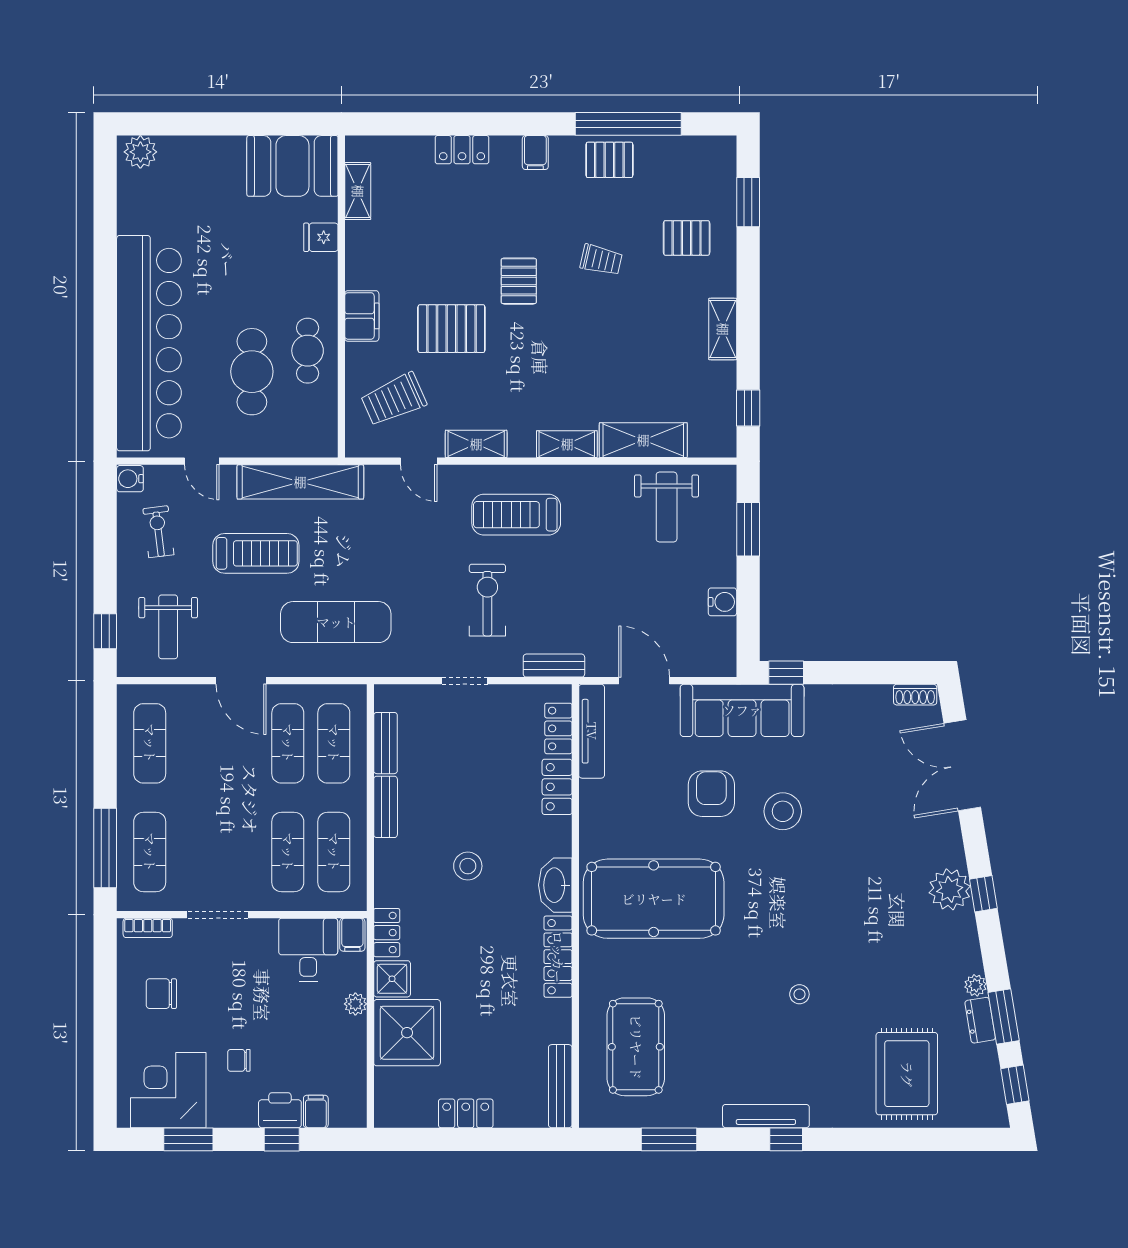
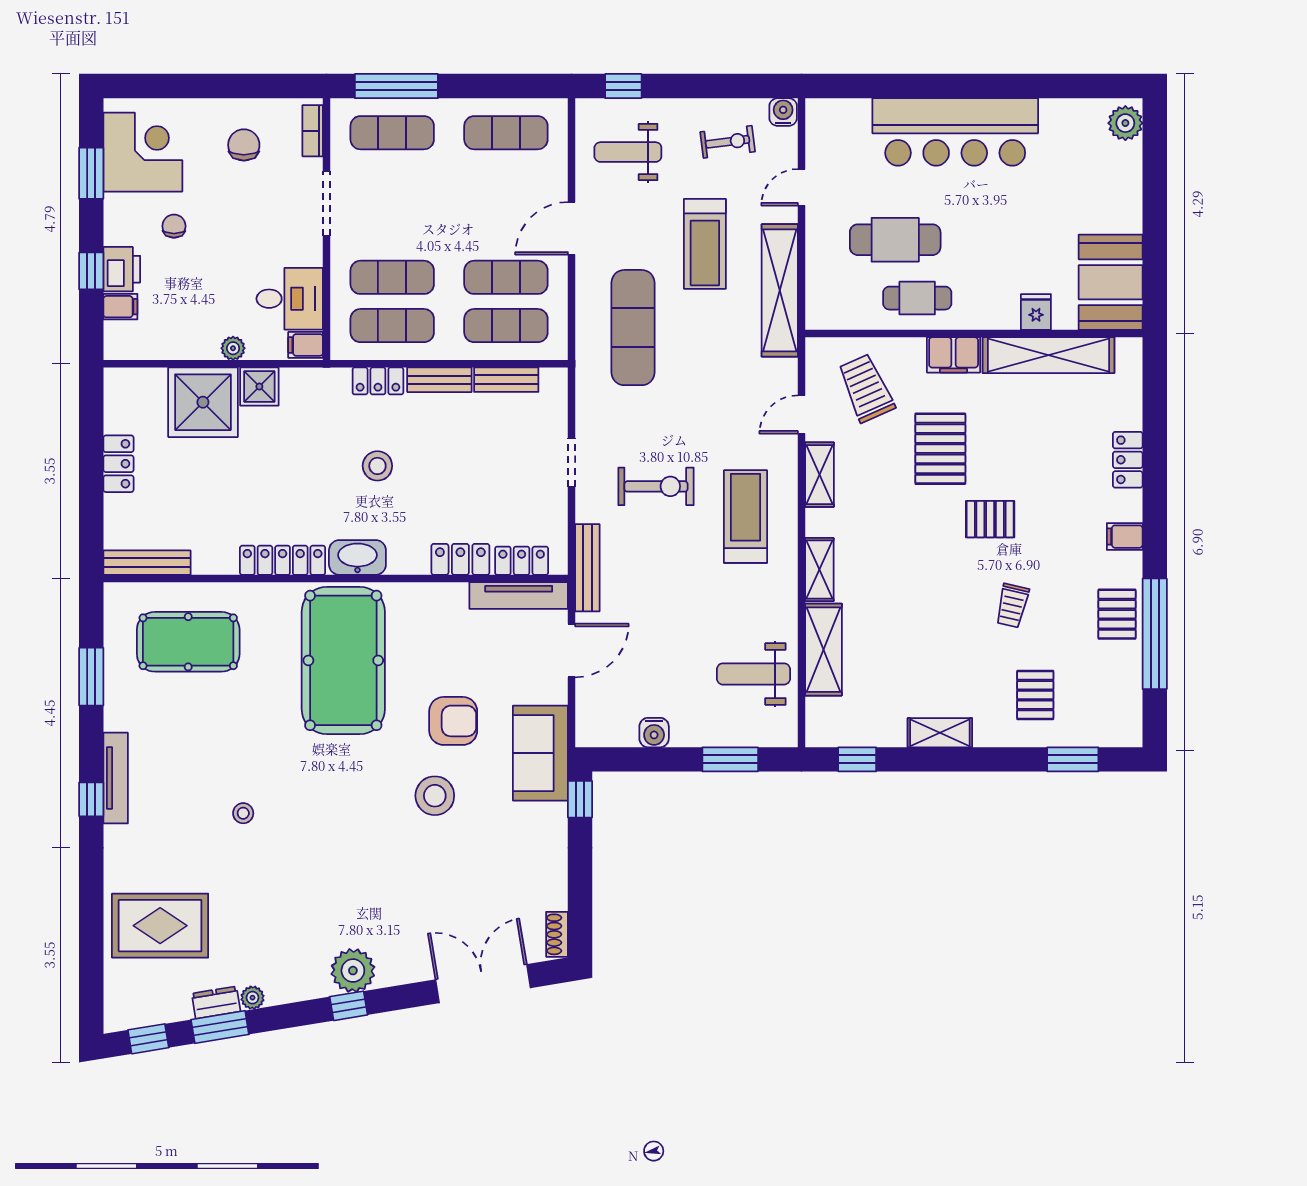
shelving: (358, 191) -> (1048, 355), width x2.20, depth x1.33
bar counter: (149, 343) -> (955, 132), width x0.73
bench: (554, 666) -> (587, 568), width x1.36
sofa: (742, 710) -> (540, 753), width x0.73
locker: (387, 933) -> (378, 381), moved

